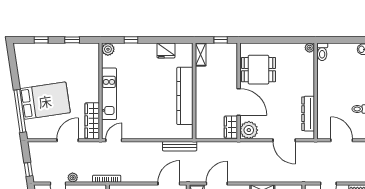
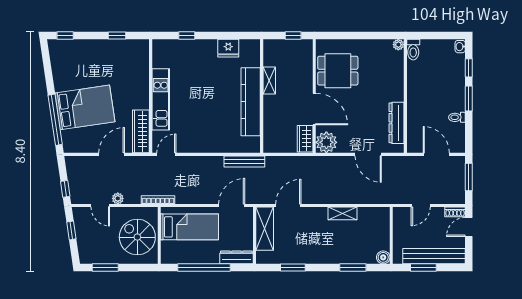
window: (41, 40) -> (65, 35), moved
plant: (108, 49) -> (160, 46), removed
shelving: (201, 54) -> (269, 80), moved

